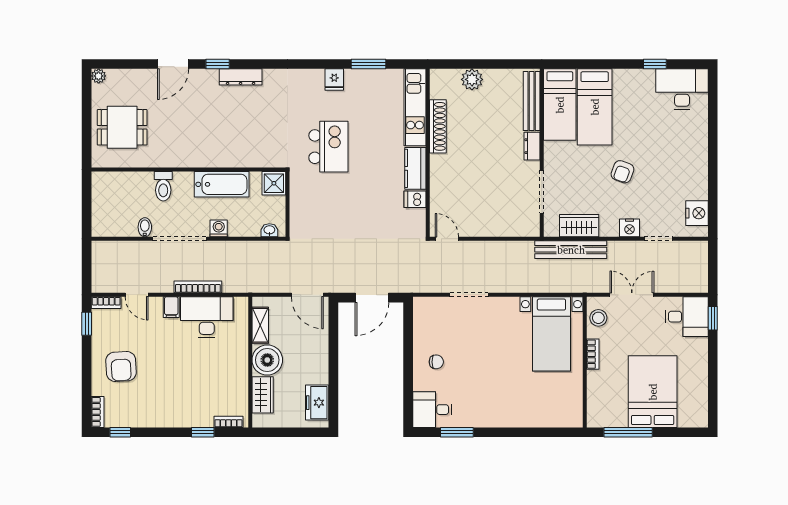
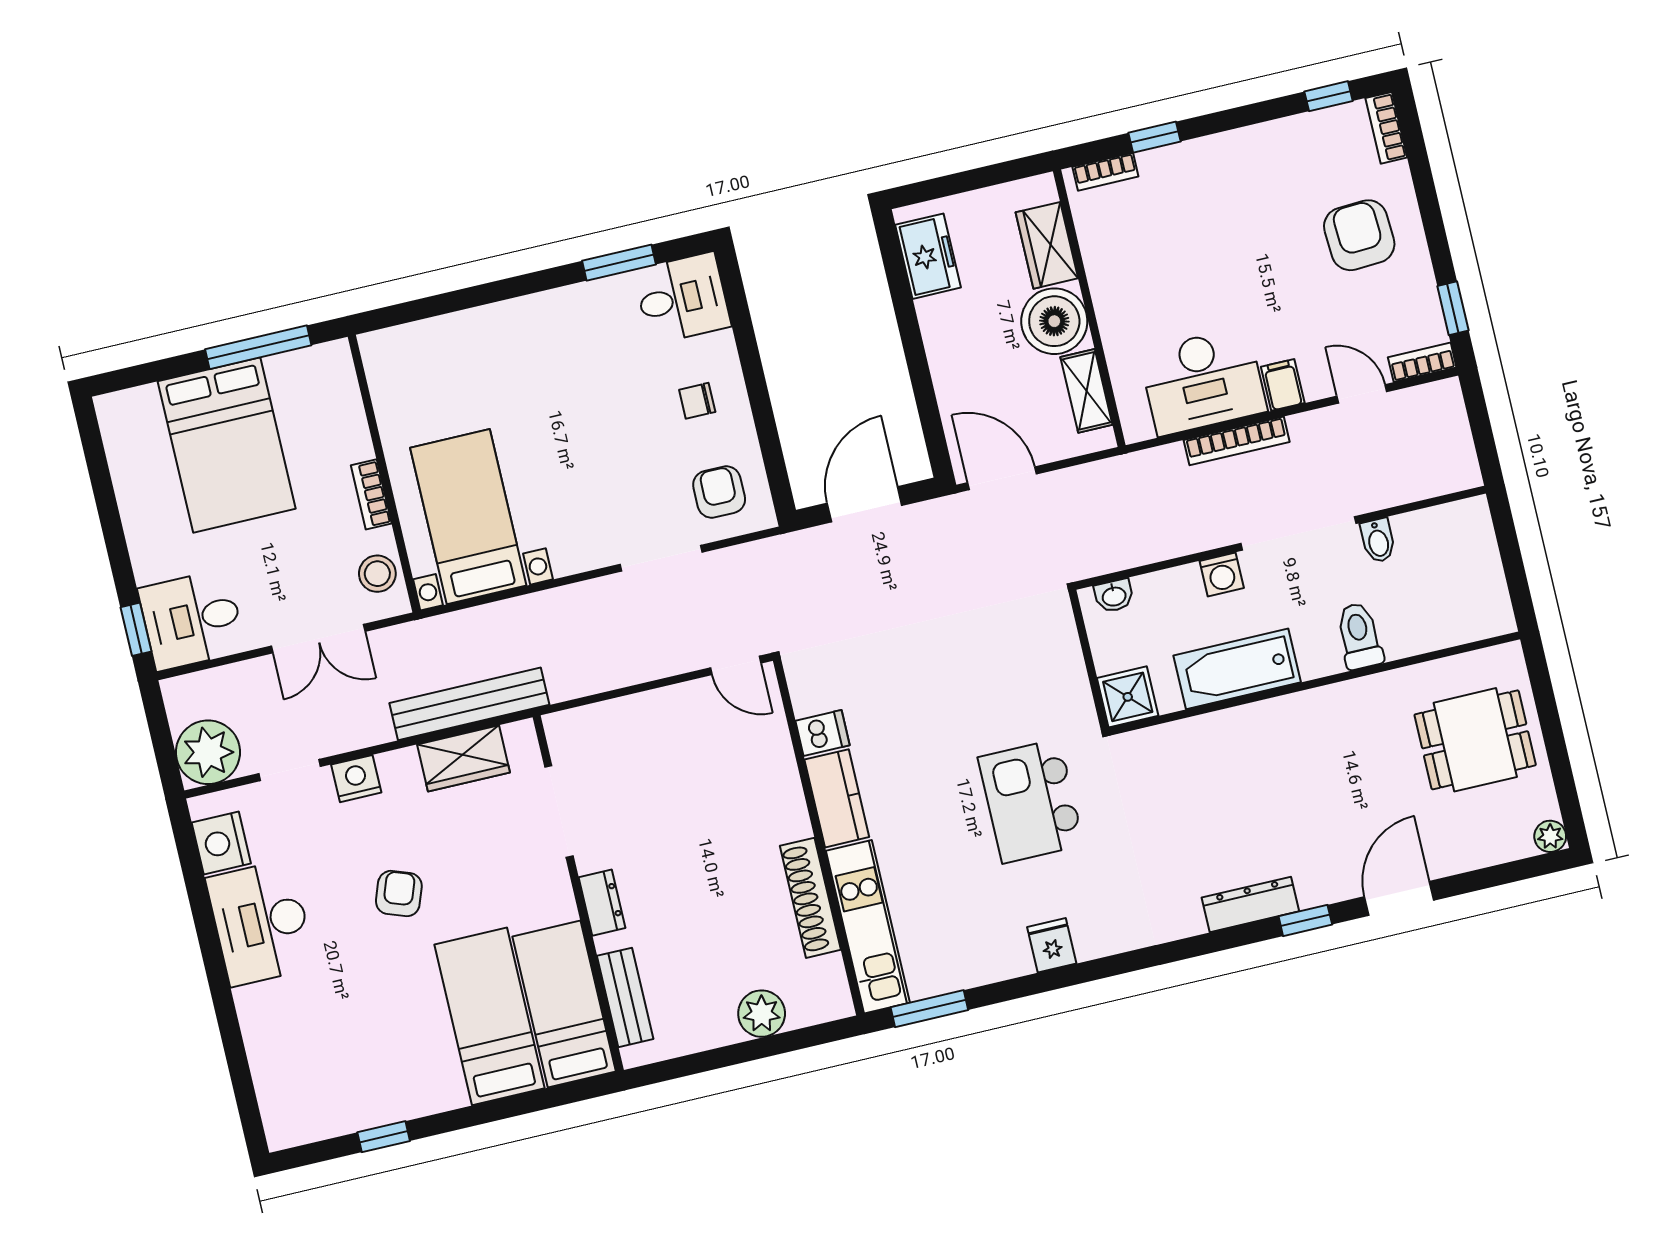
window: (369, 64) -> (929, 1009), moved
desk: (682, 89) -> (261, 923), moved, turned 90
bench: (532, 101) -> (625, 997), width x0.73
plant: (693, 255) -> (208, 752), added
armchair: (436, 319) -> (719, 492), added

